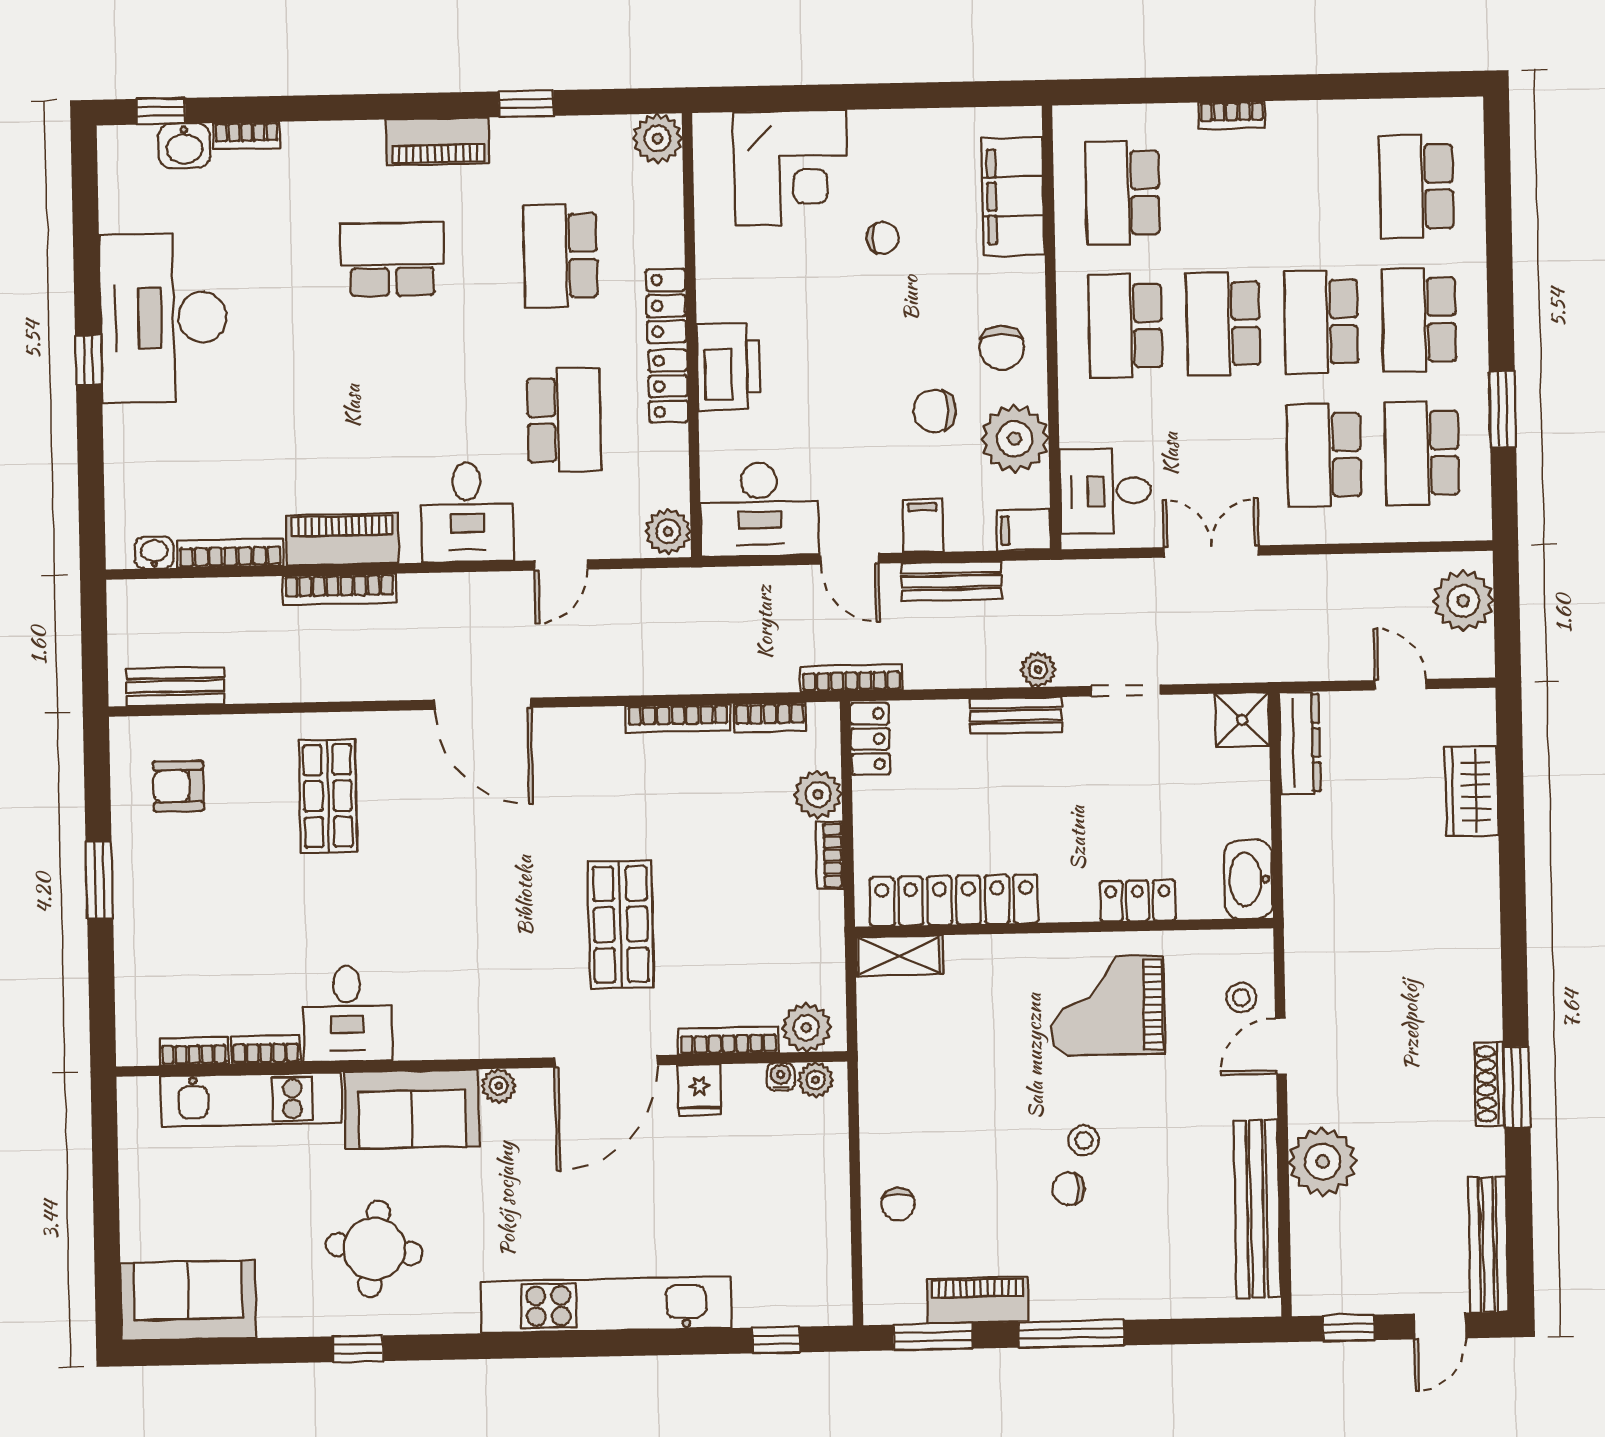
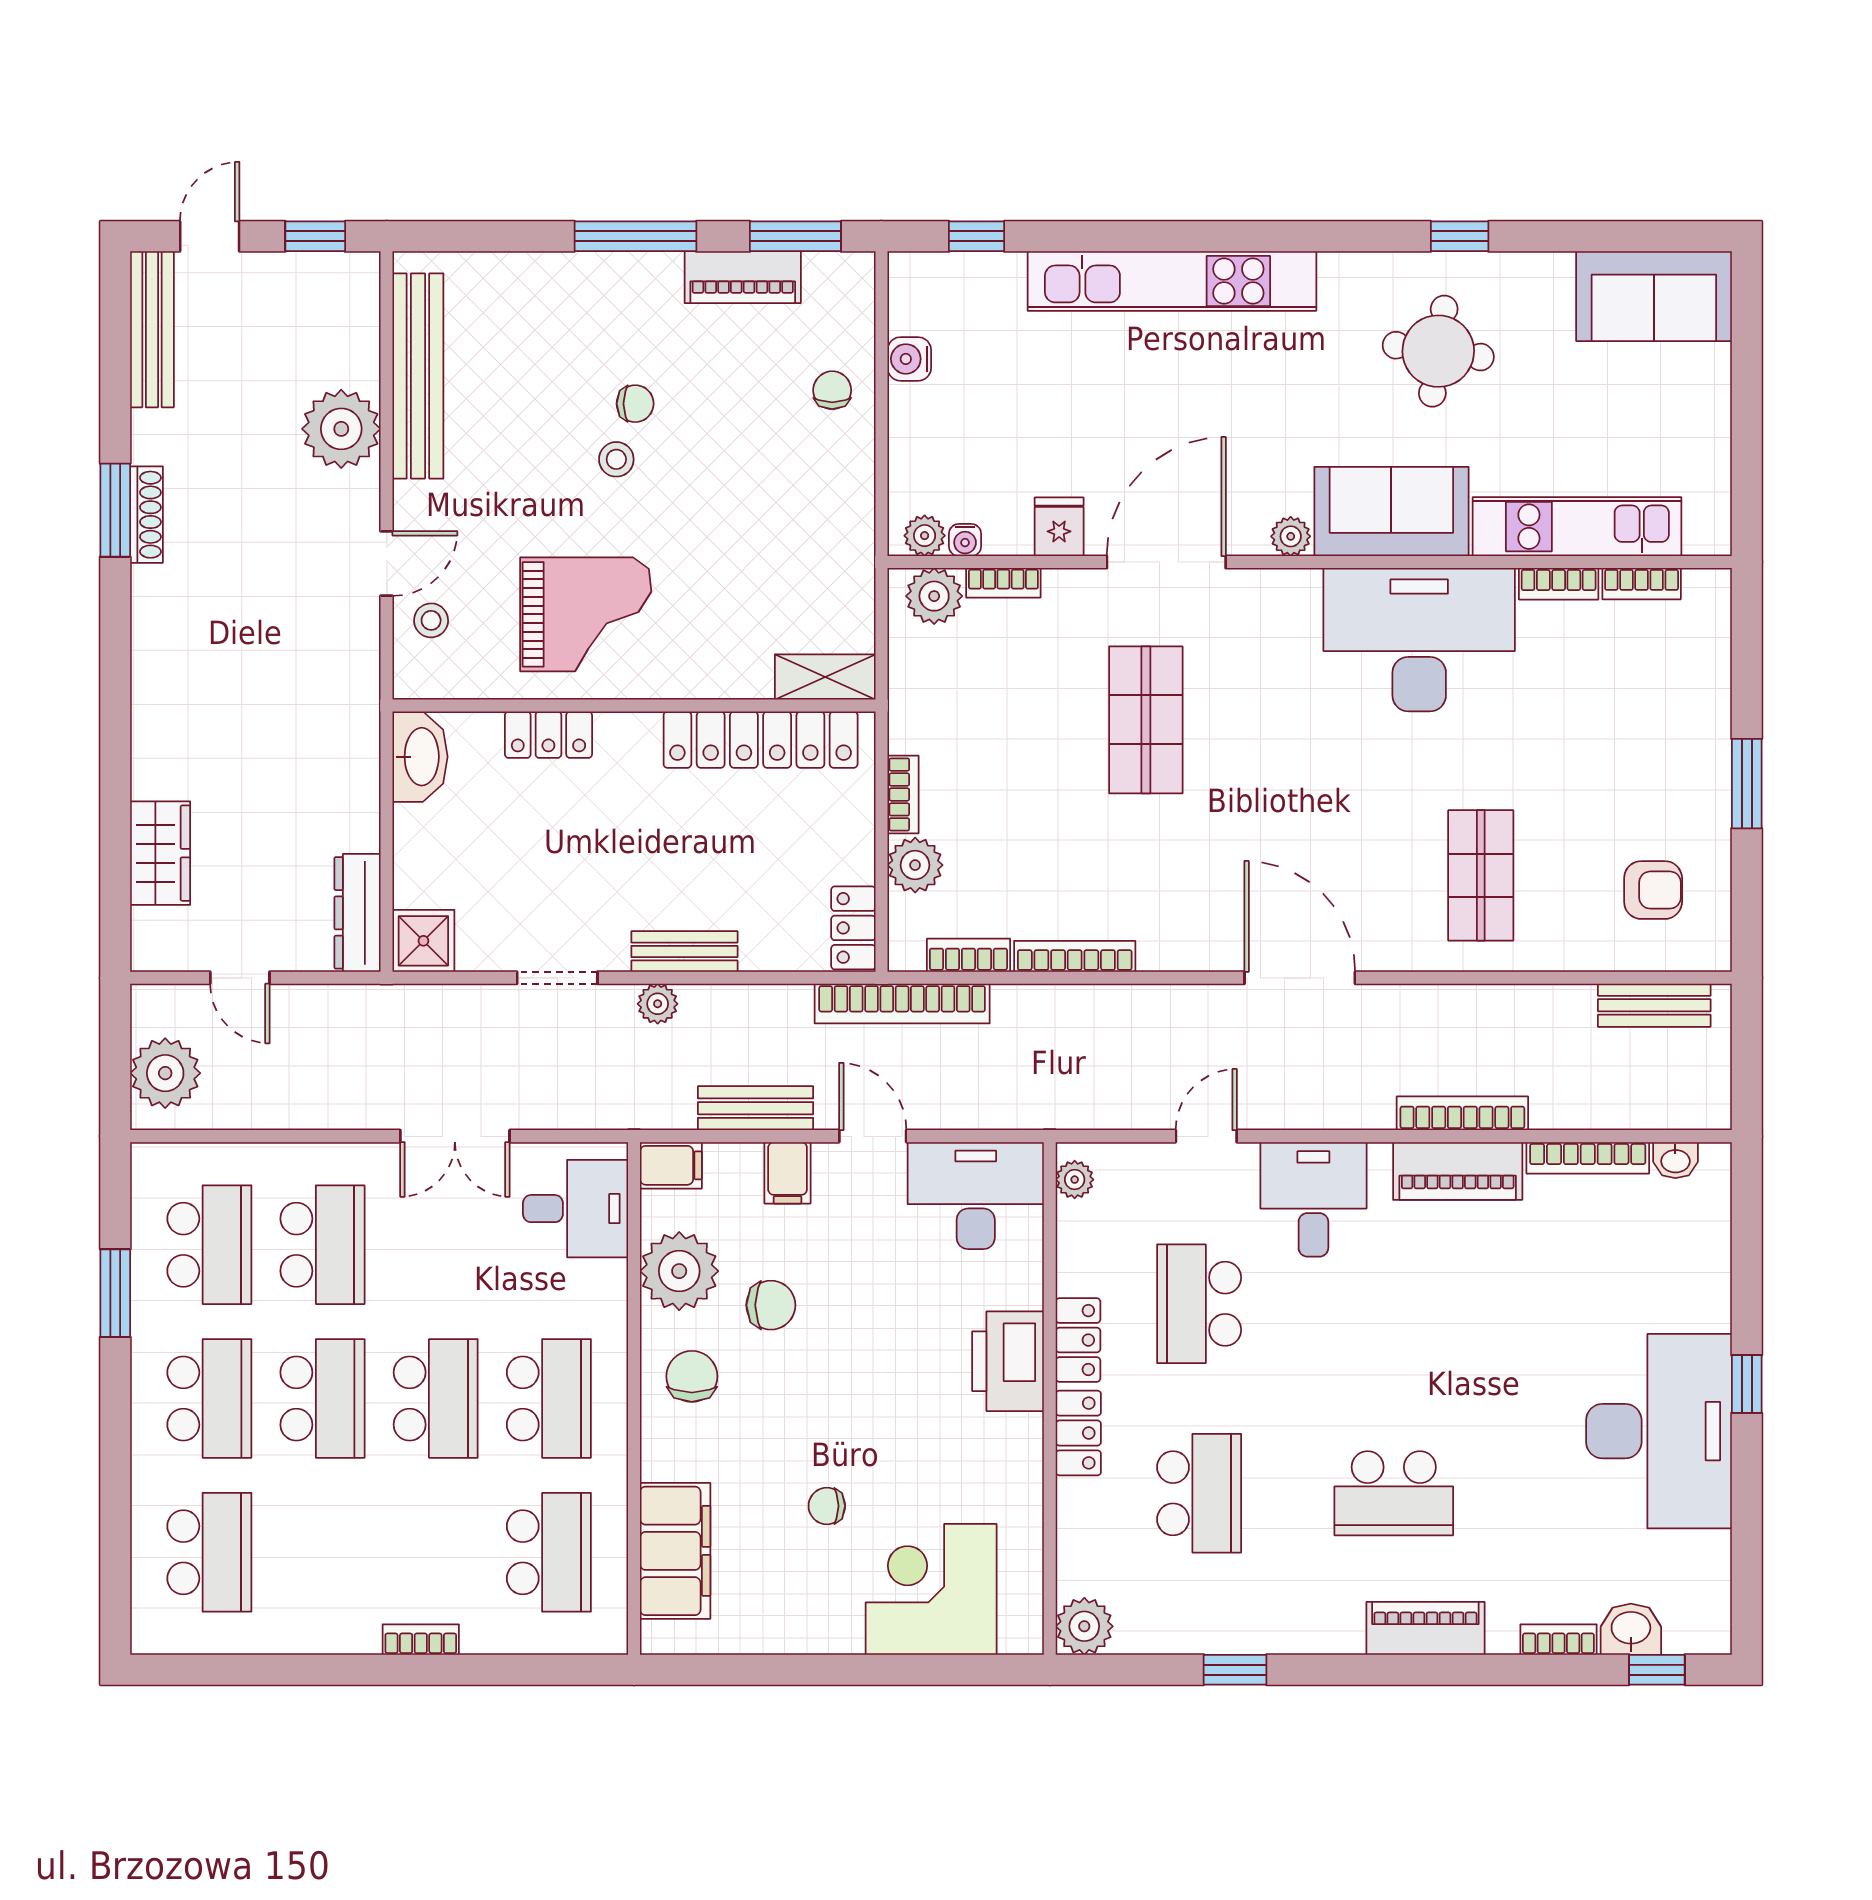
piano: (438, 141) -> (1425, 1628), moved
plant: (668, 531) -> (1075, 1180), width x0.73, depth x0.73
bookcase: (851, 678) -> (902, 1004), width x1.48, depth x1.31
desk: (347, 1014) -> (1419, 640), width x1.87, depth x1.30
bookcase: (728, 1041) -> (1003, 583), width x0.64
water cooler: (832, 1232) -> (909, 359), added

